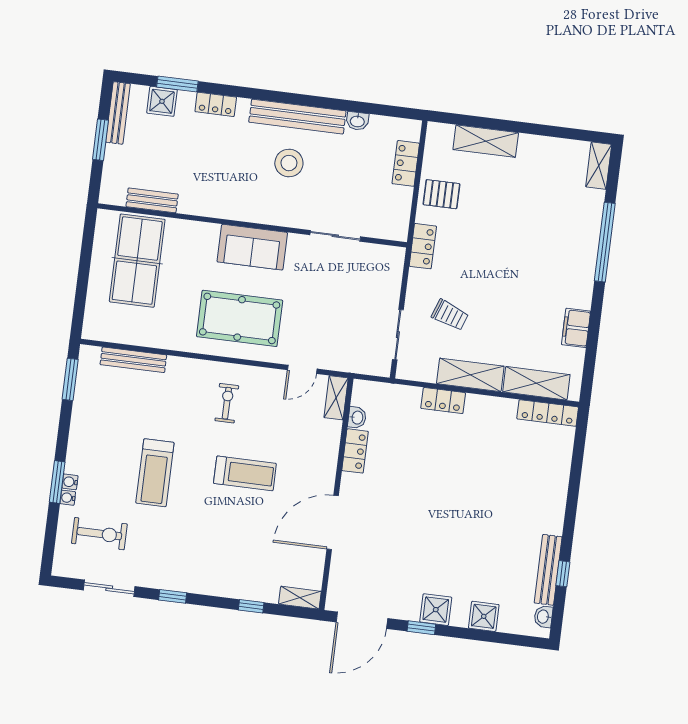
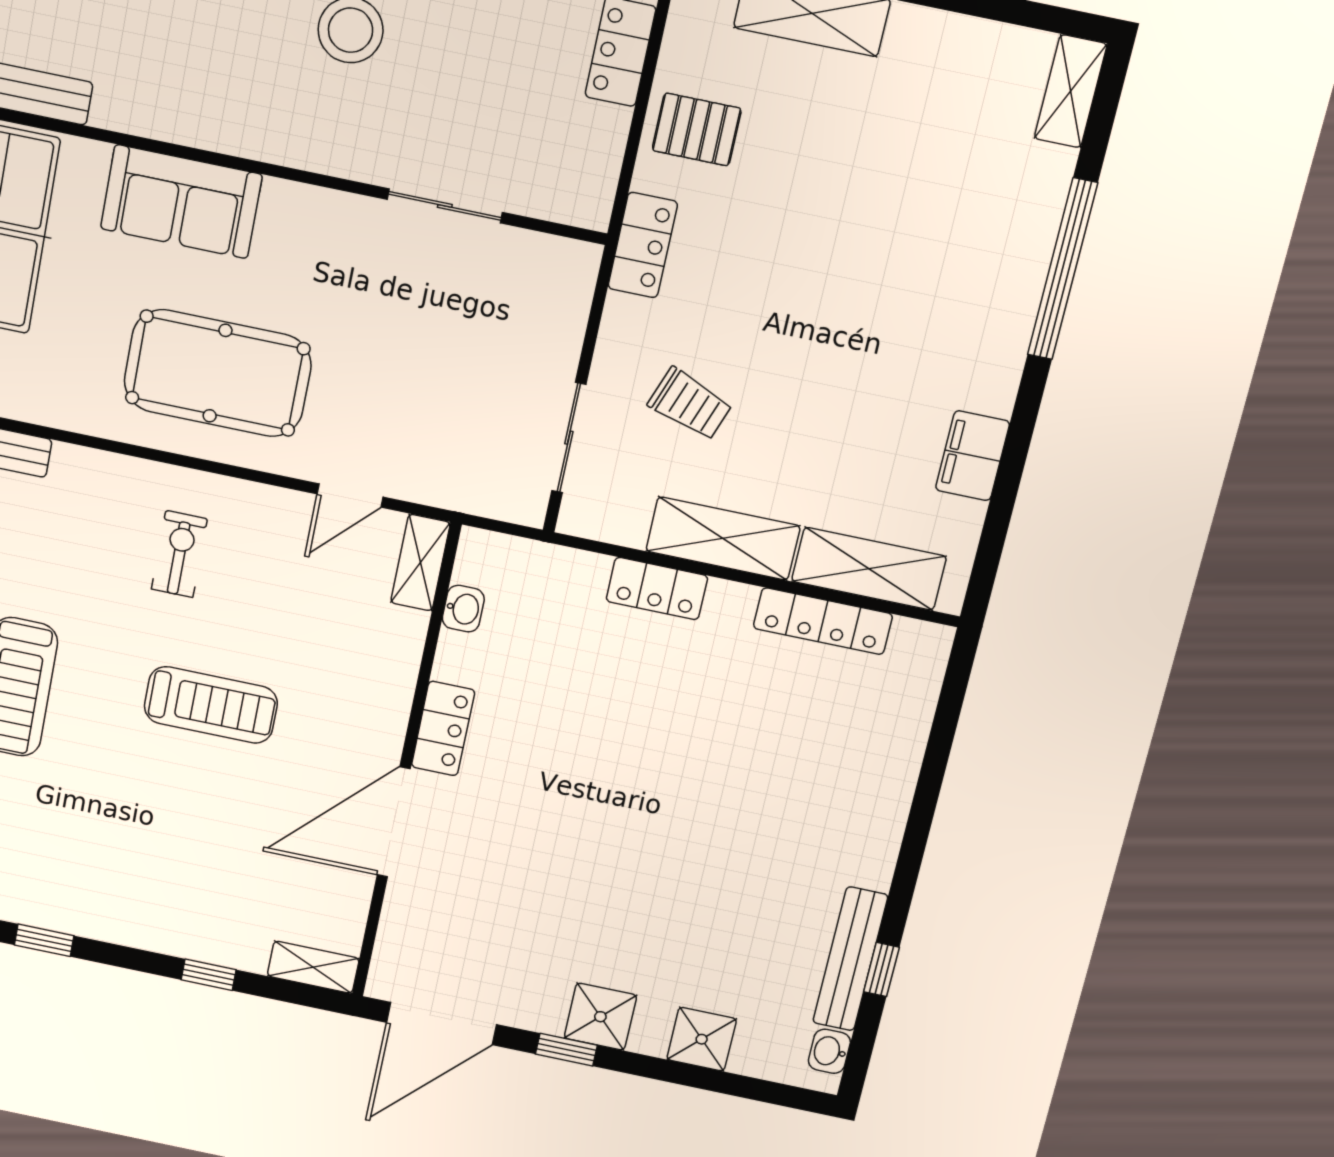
sofa: (252, 247) -> (181, 202), moved
locker: (548, 413) -> (823, 621), moved
locker: (355, 451) -> (443, 728), moved

